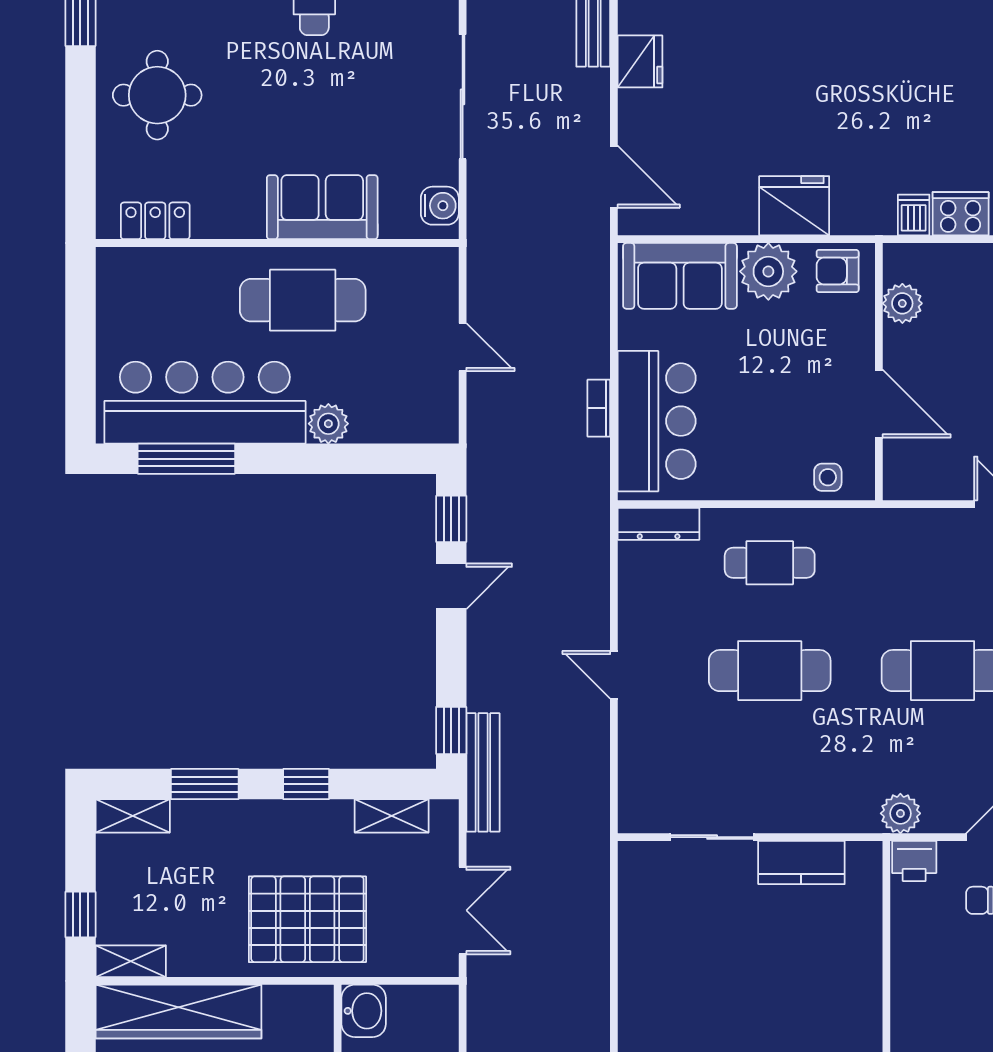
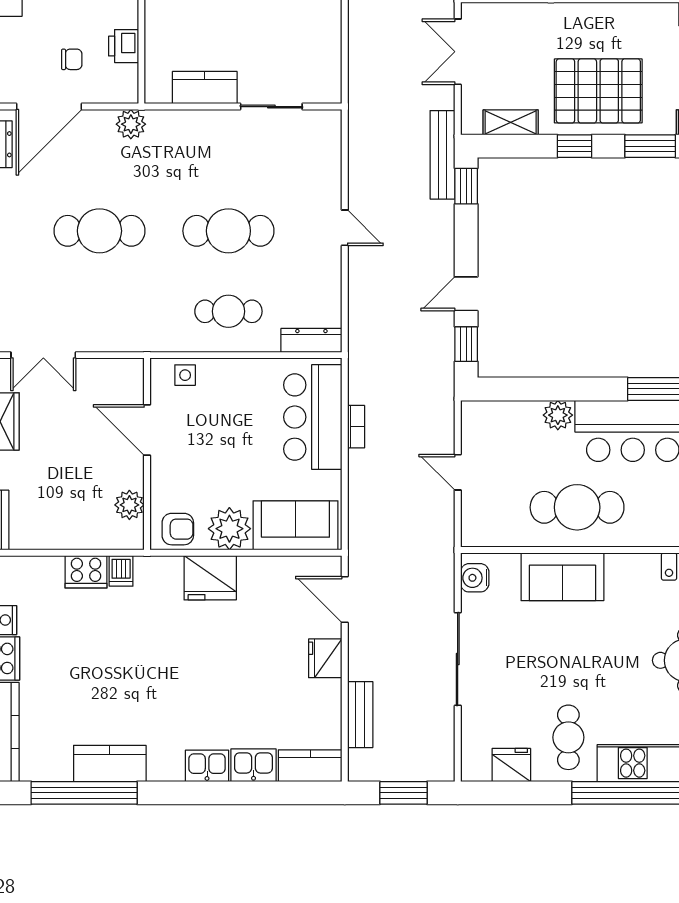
fridge: (640, 61) -> (325, 658), moved
printer: (914, 861) -> (124, 46), moved, turned -90
pallet: (307, 919) -> (598, 91), moved

